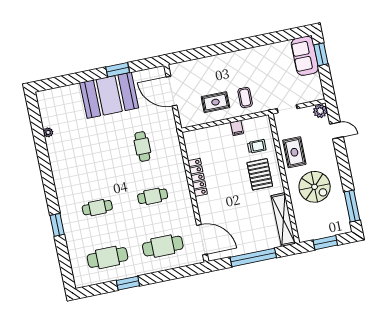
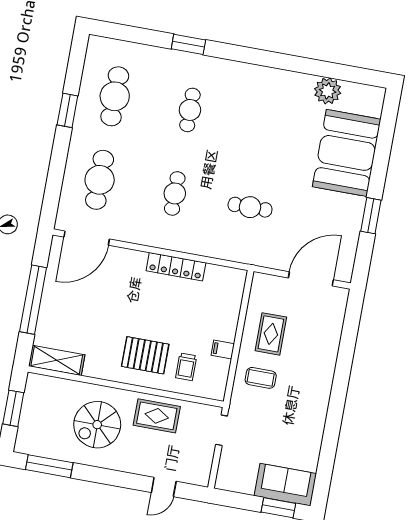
booth: (109, 95) -> (347, 153), moved
plant: (320, 111) -> (200, 475), removed
plant: (48, 132) -> (328, 91), width x1.87, depth x1.87
shelving: (283, 220) -> (57, 360), width x0.68

